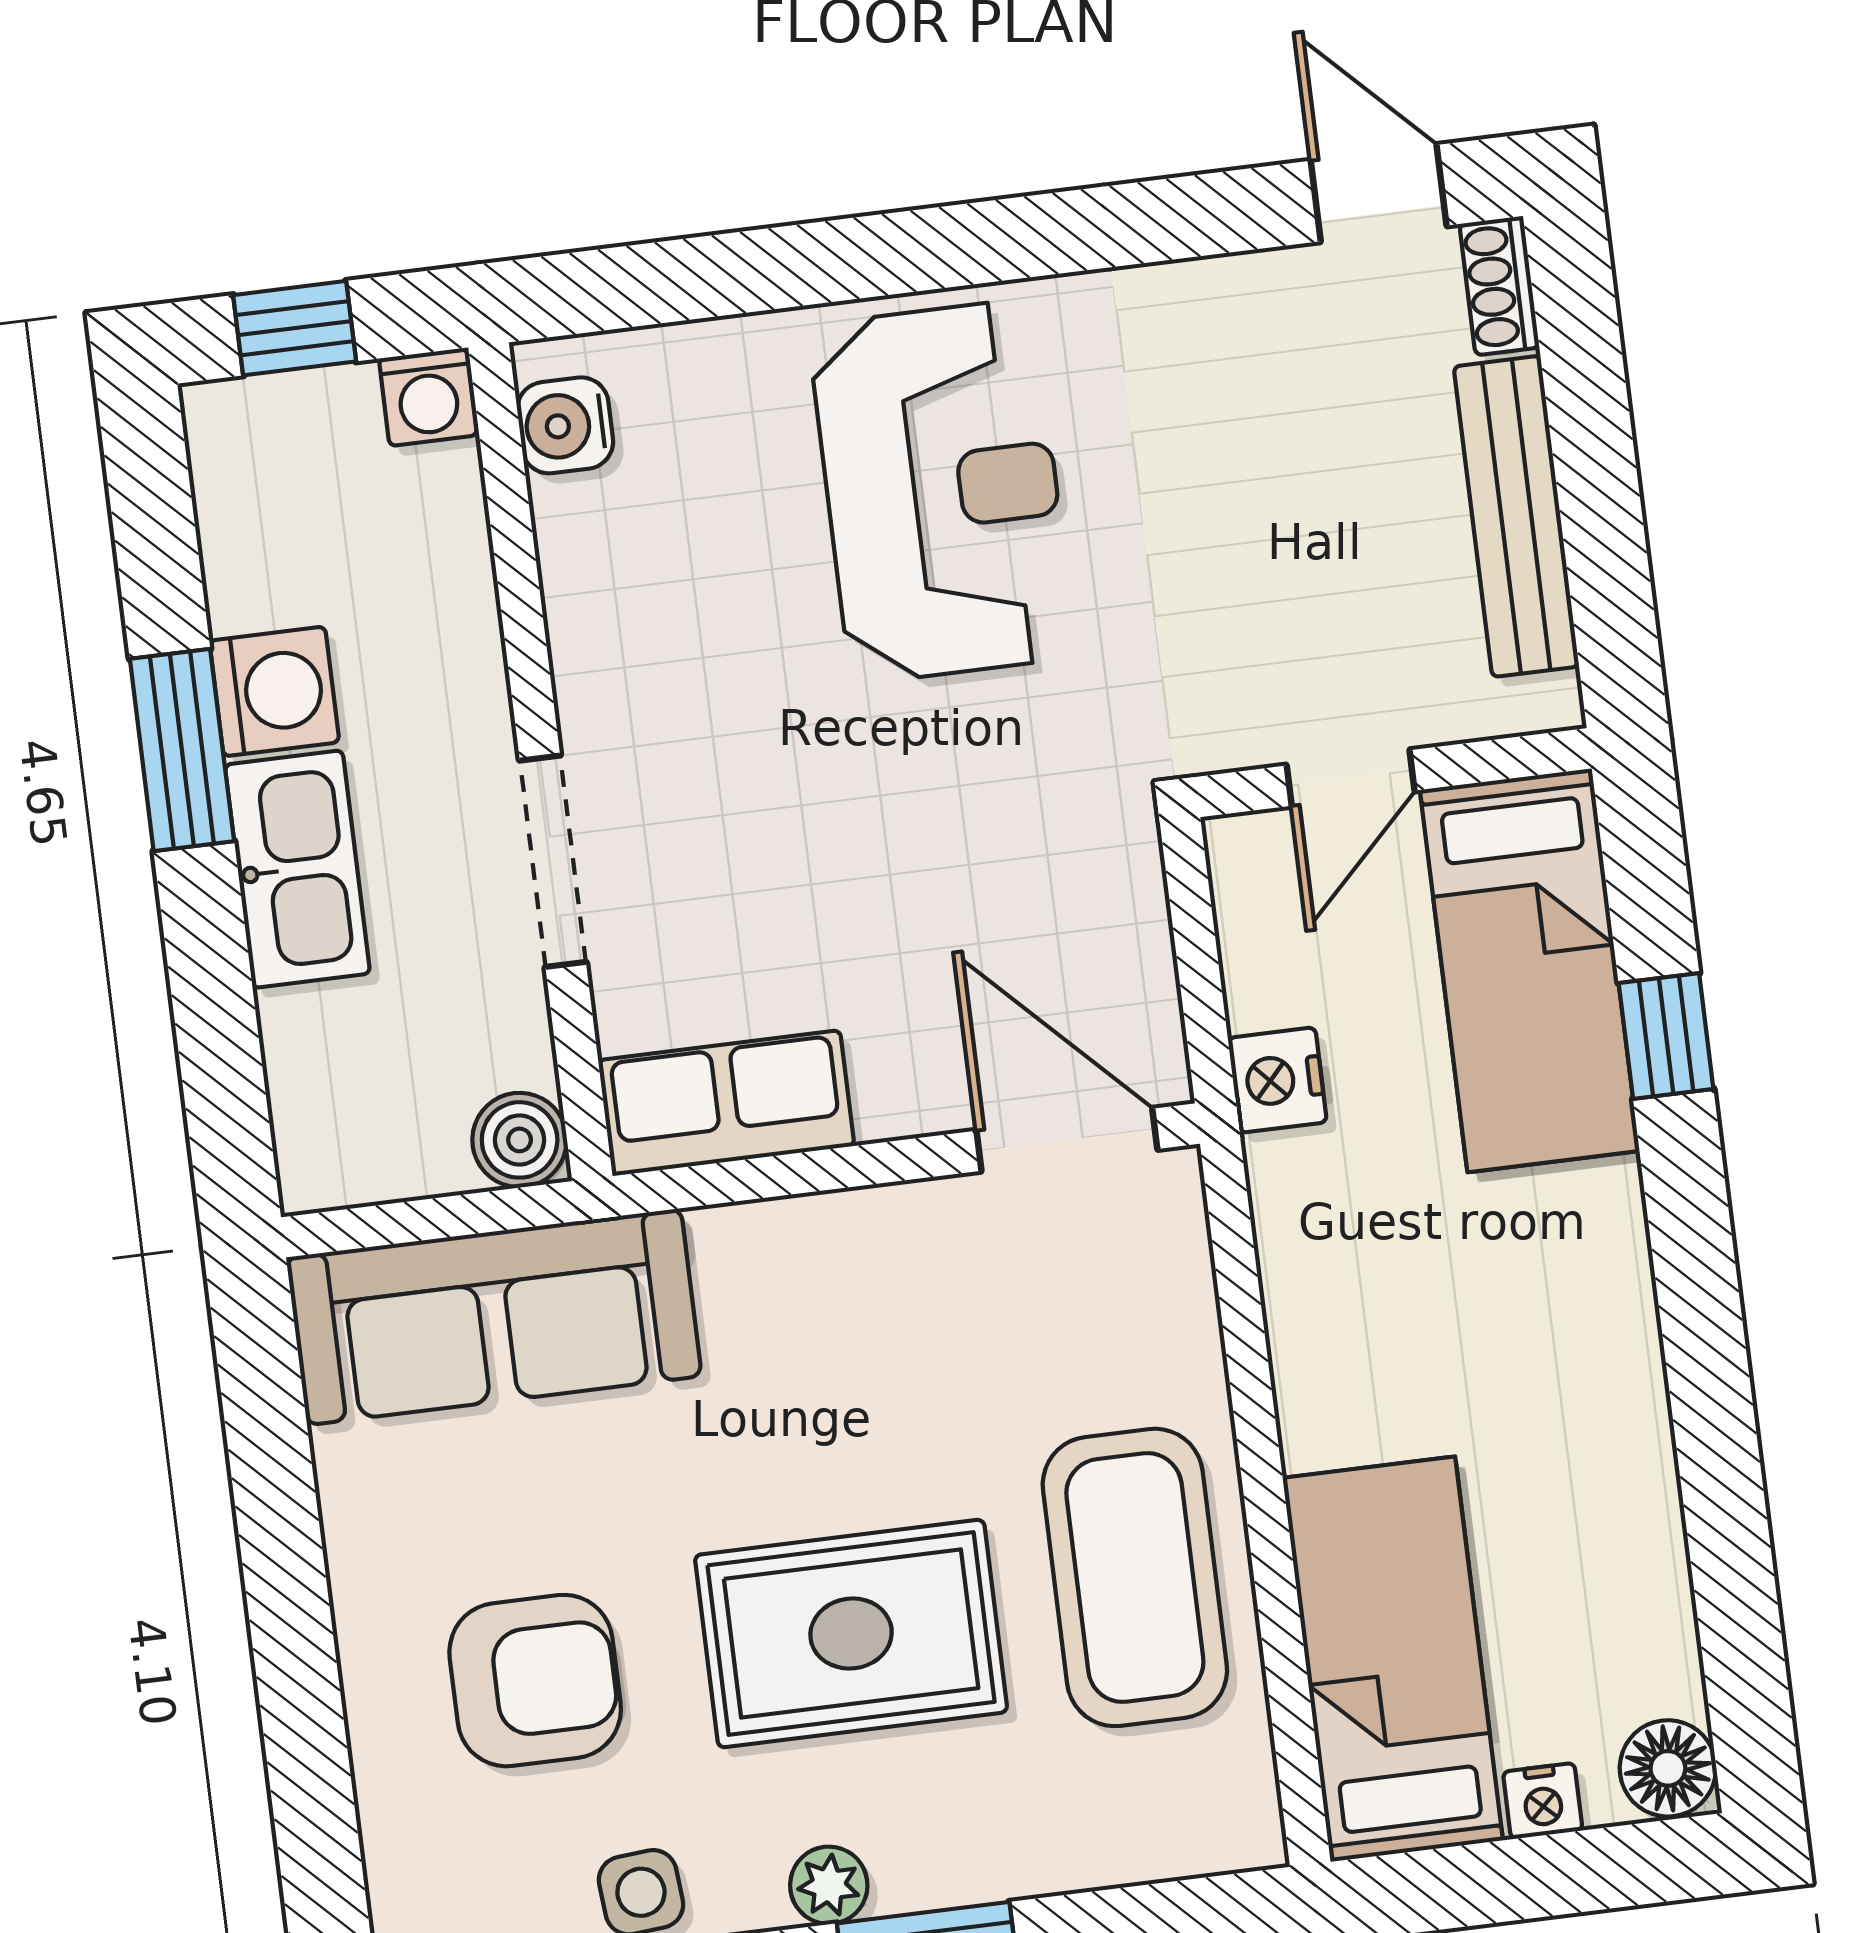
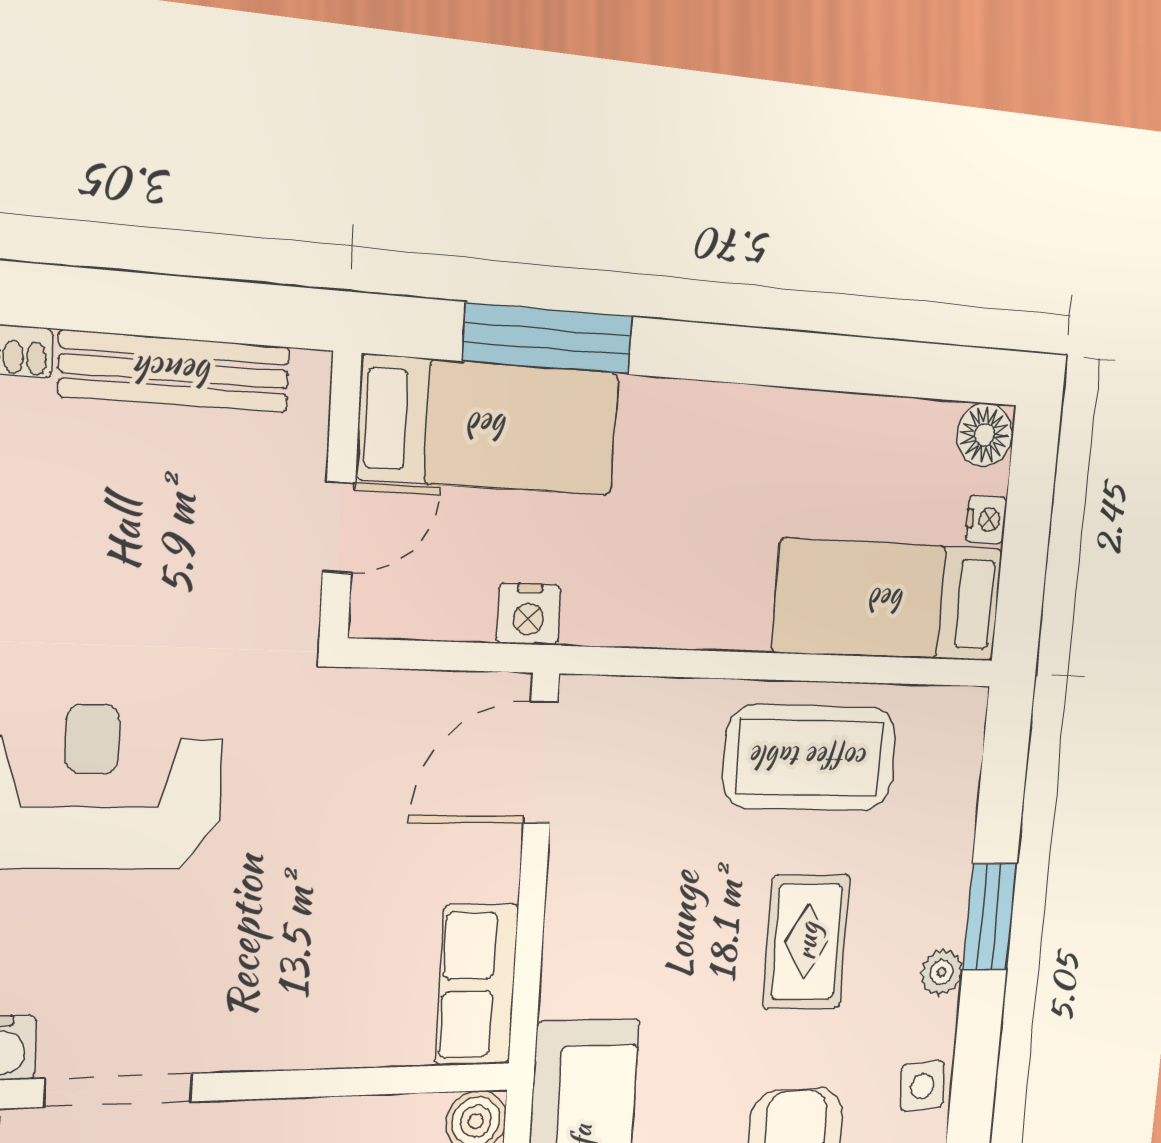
door: (1351, 778) -> (339, 528), hinge flipped
doorway: (553, 861) -> (119, 1090), moved
window: (1666, 1036) -> (548, 339), width x2.17
rug: (851, 1634) -> (807, 942), width x0.73, depth x0.70

